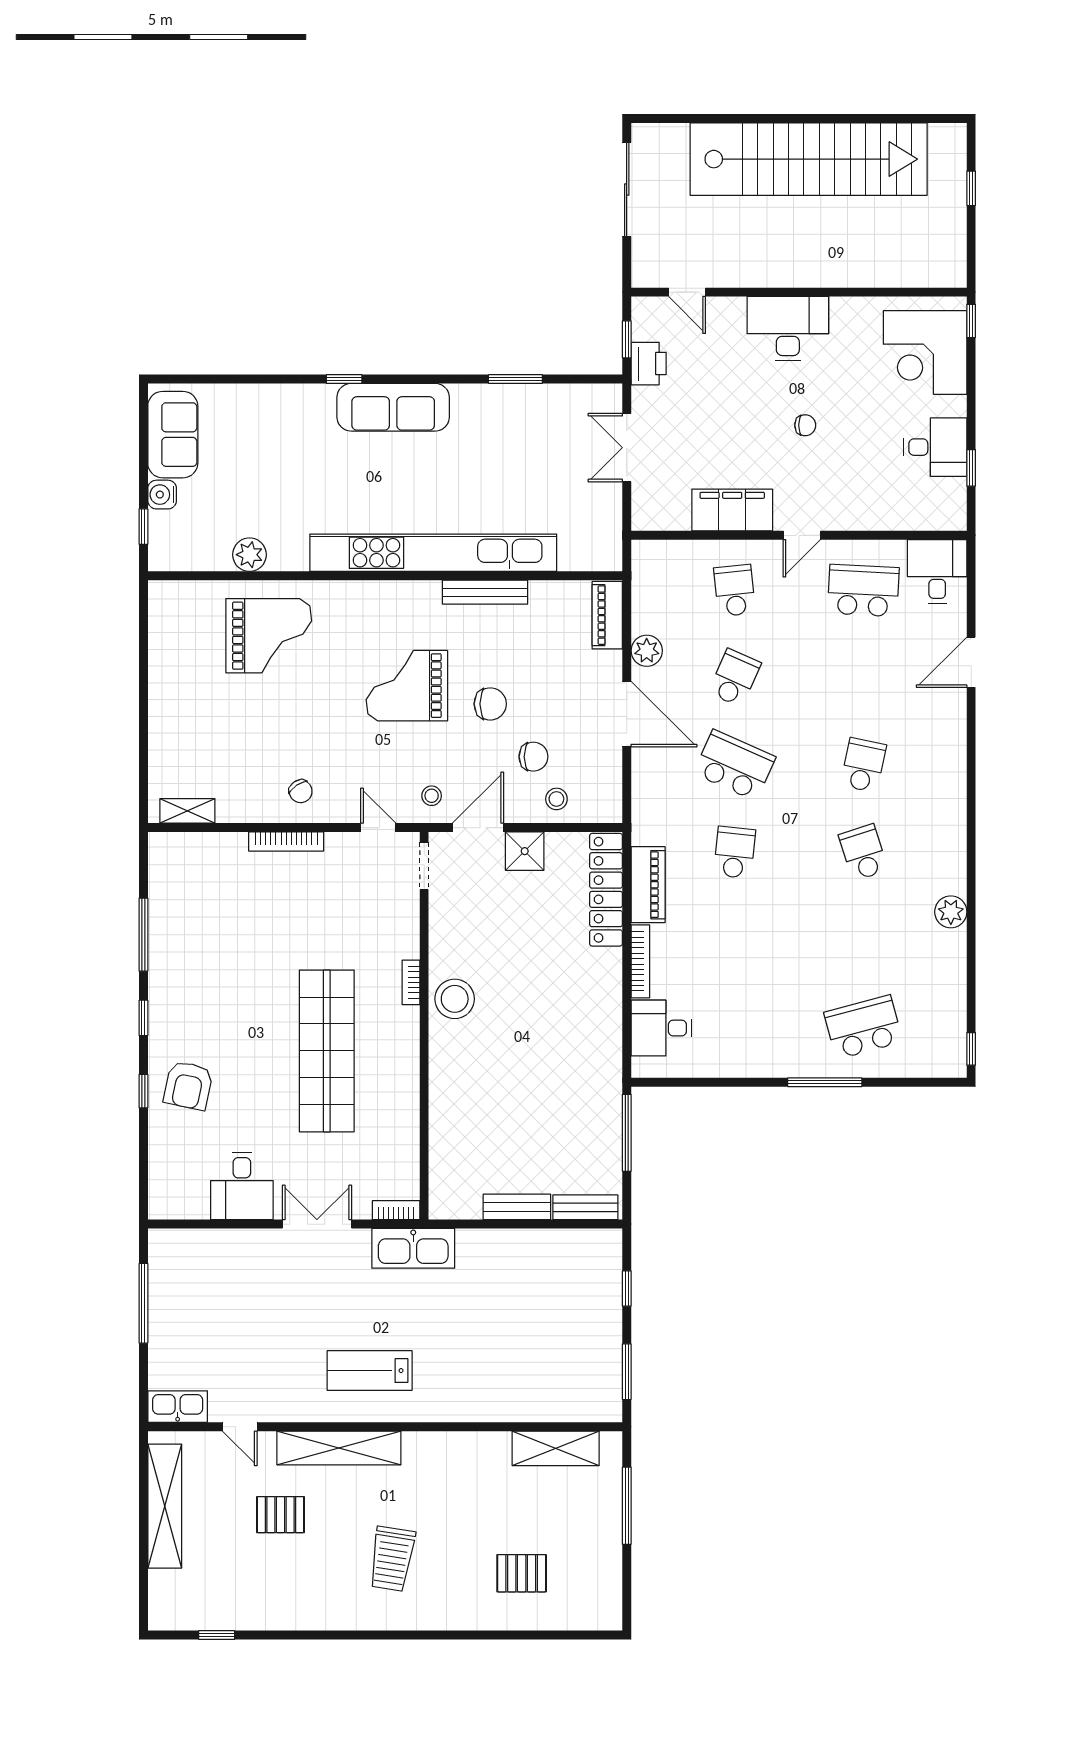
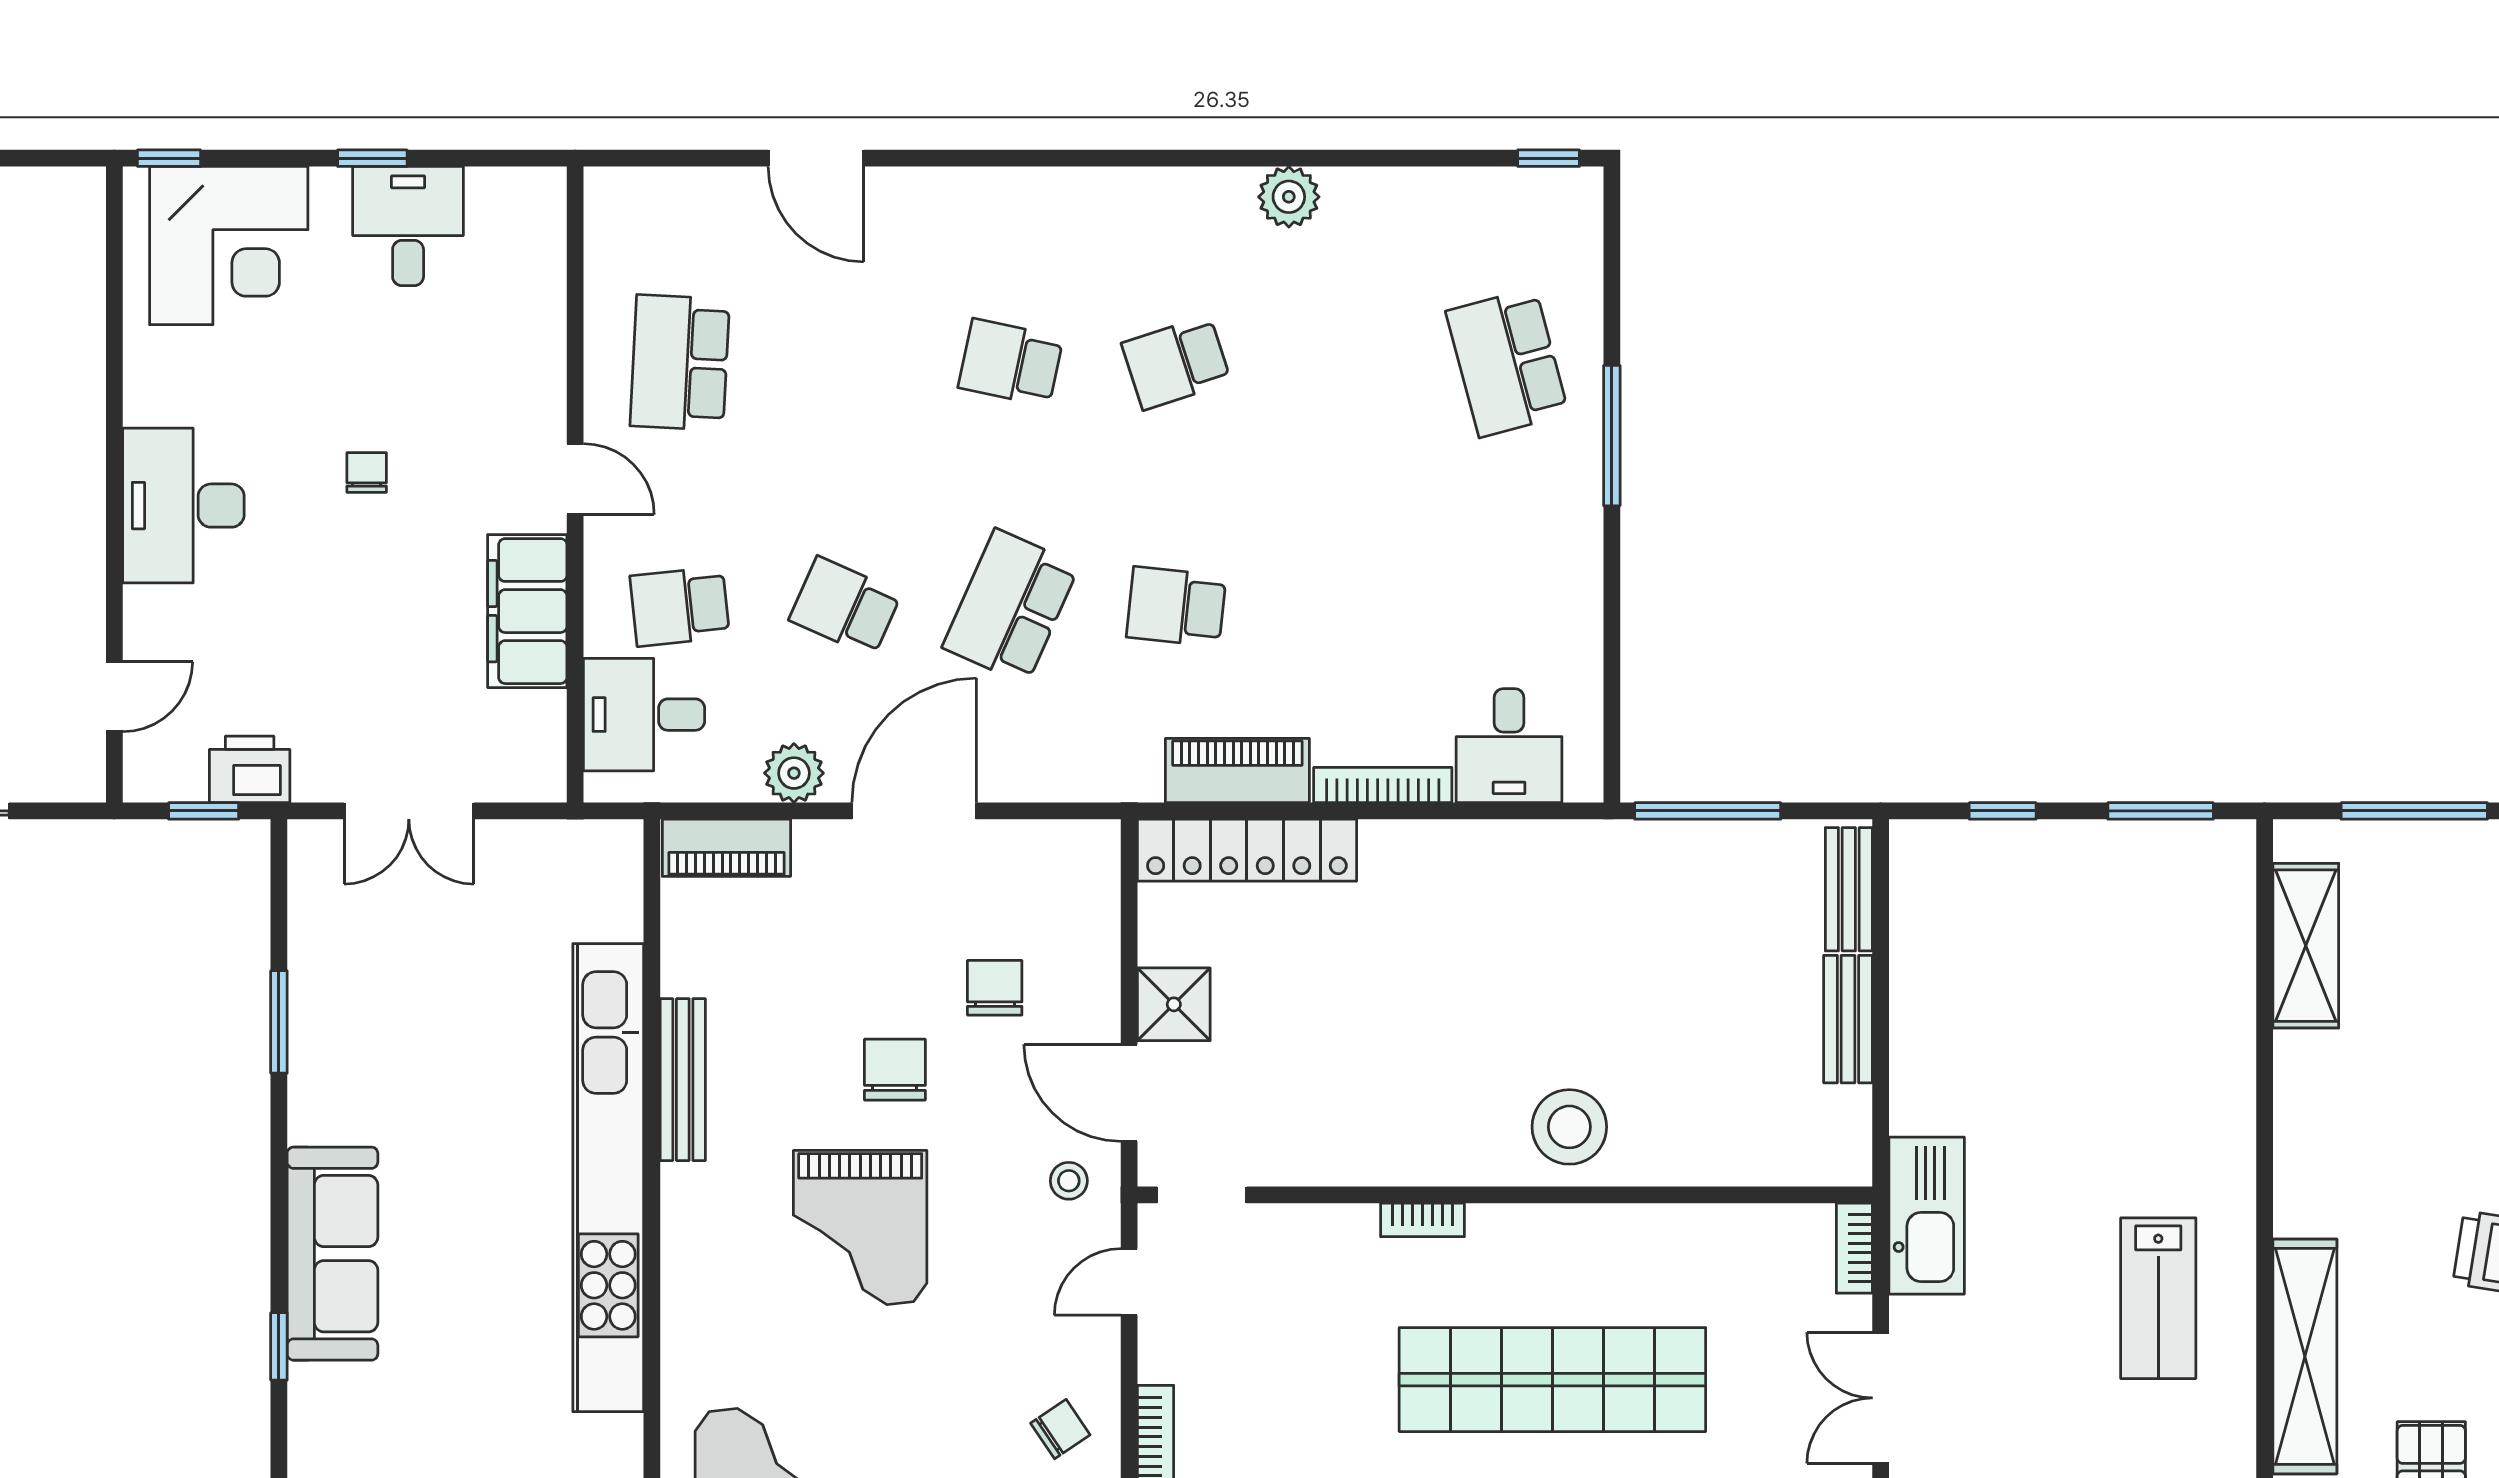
window: (971, 468) -> (372, 158), moved
desk: (937, 572) -> (644, 715), moved
stool: (556, 799) -> (1075, 944), removed
stool: (455, 999) -> (1569, 1127), moved

